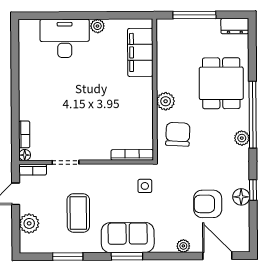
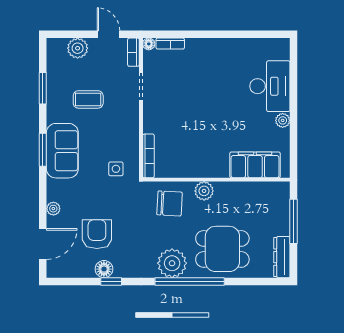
dresser: (235, 26) -> (282, 257), width x1.44
plant: (242, 138) -> (172, 263), width x1.88, depth x1.88
coffee table: (78, 213) -> (88, 99), width x0.73, depth x0.77

